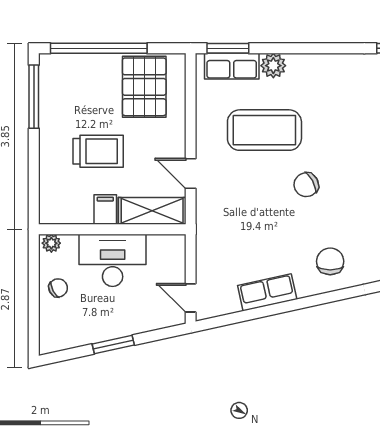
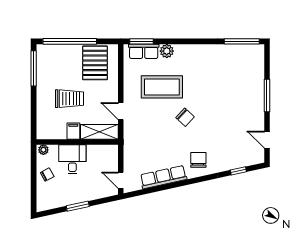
chair: (306, 185) -> (185, 117), turned -109
desk: (113, 260) -> (72, 159), width x0.73
row of seats: (267, 292) -> (163, 177), width x1.48

